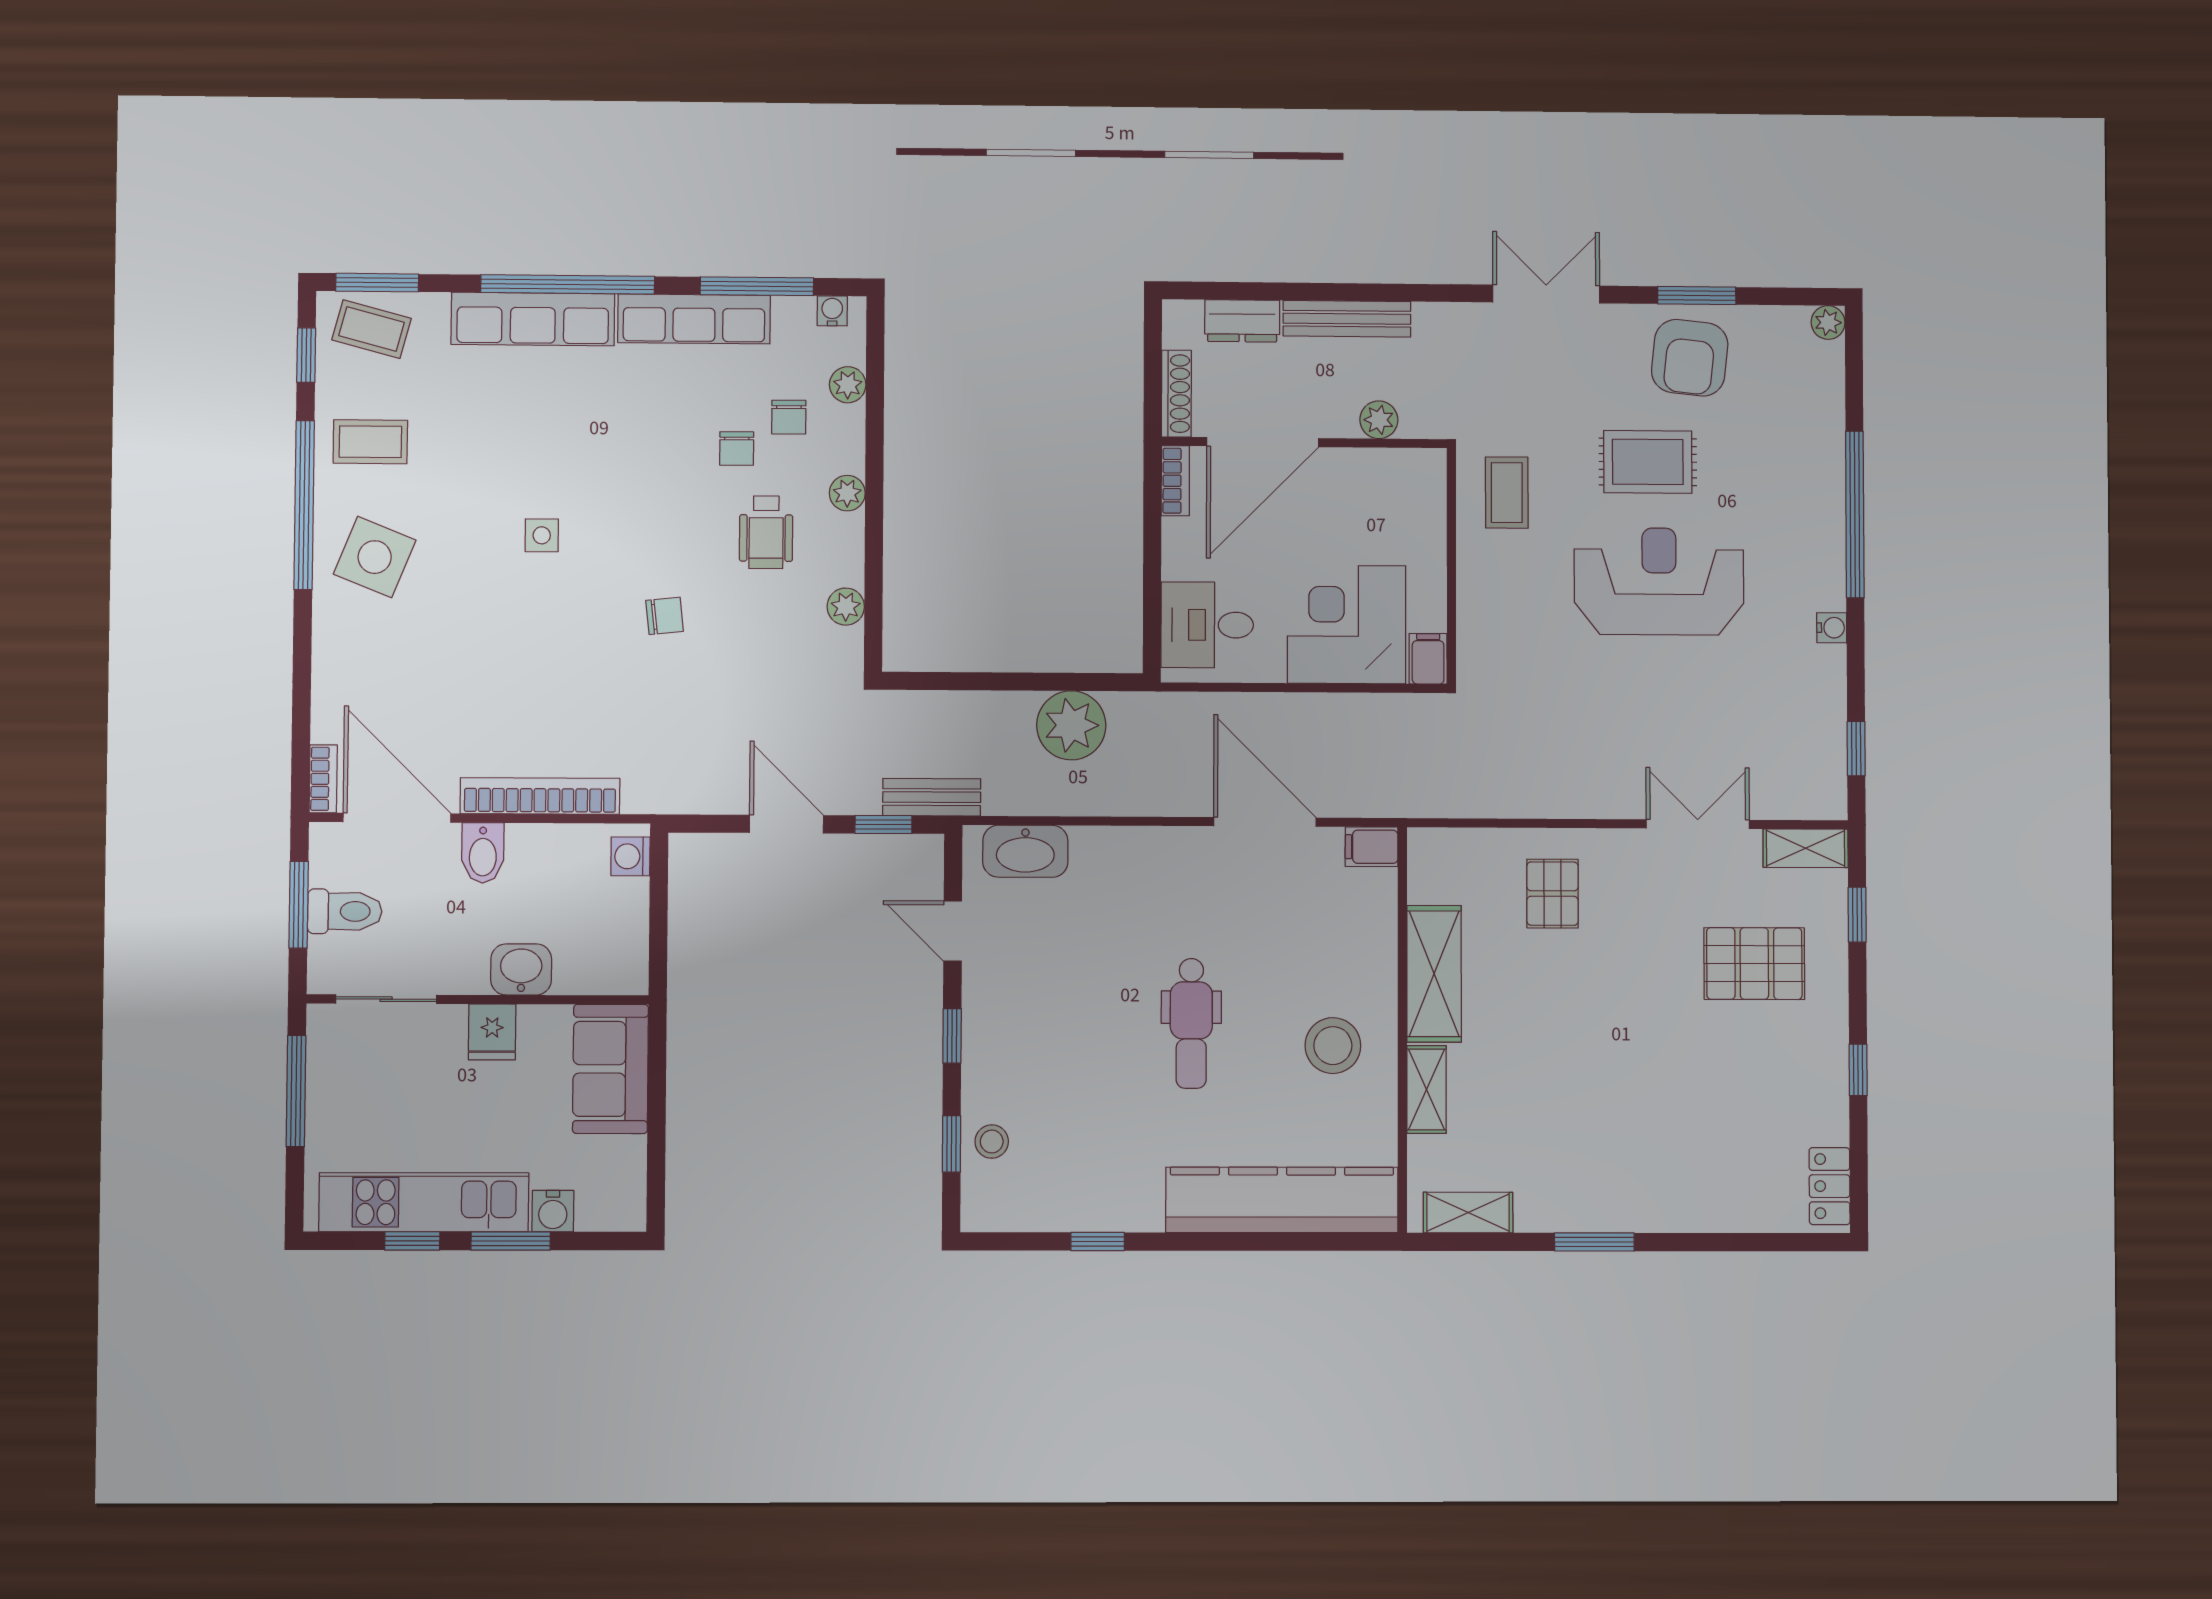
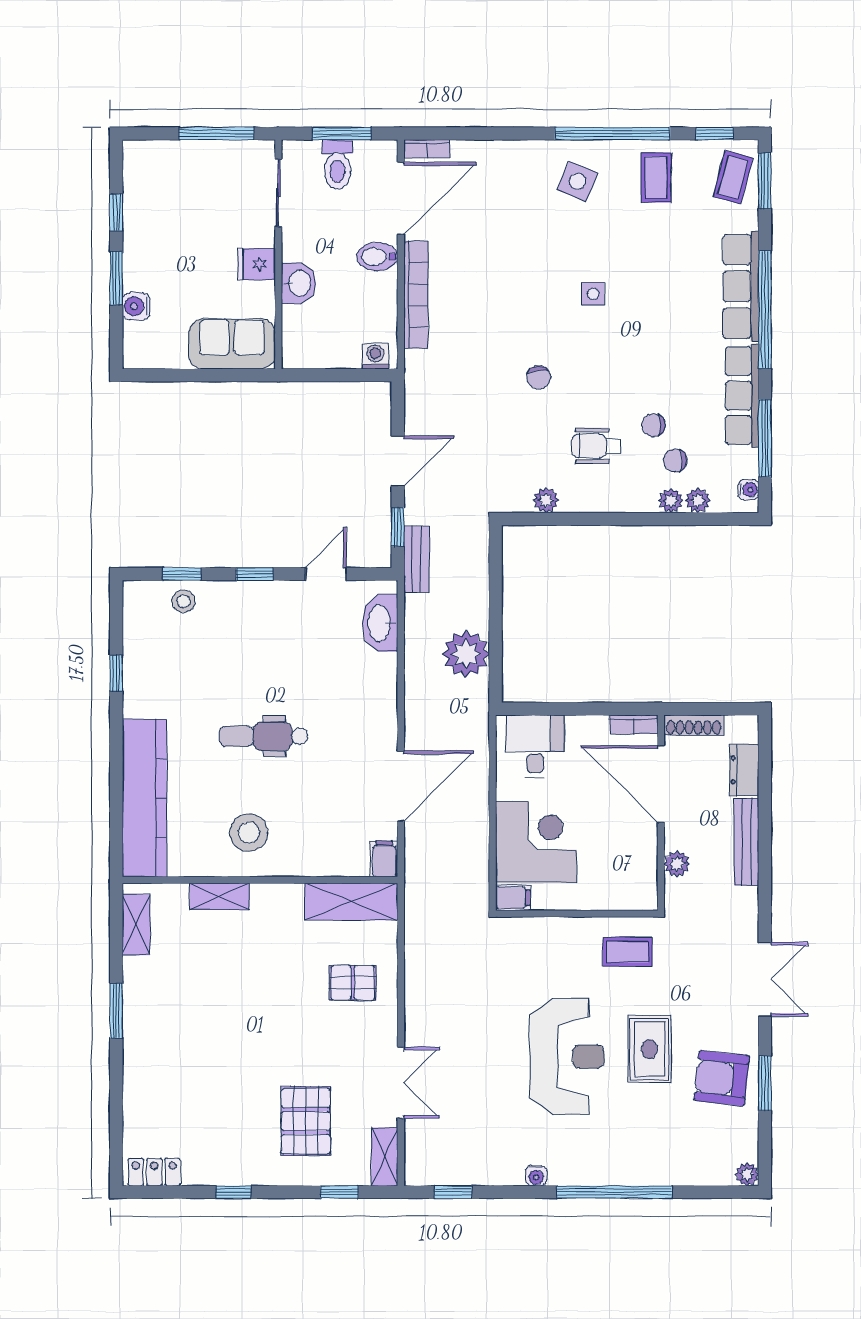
plant: (847, 493) -> (671, 501), moved
side table: (375, 557) -> (577, 181), width x0.73, depth x0.73
shelving: (1434, 974) -> (351, 902), moved
kitchen unit: (424, 1202) -> (142, 220), removed

